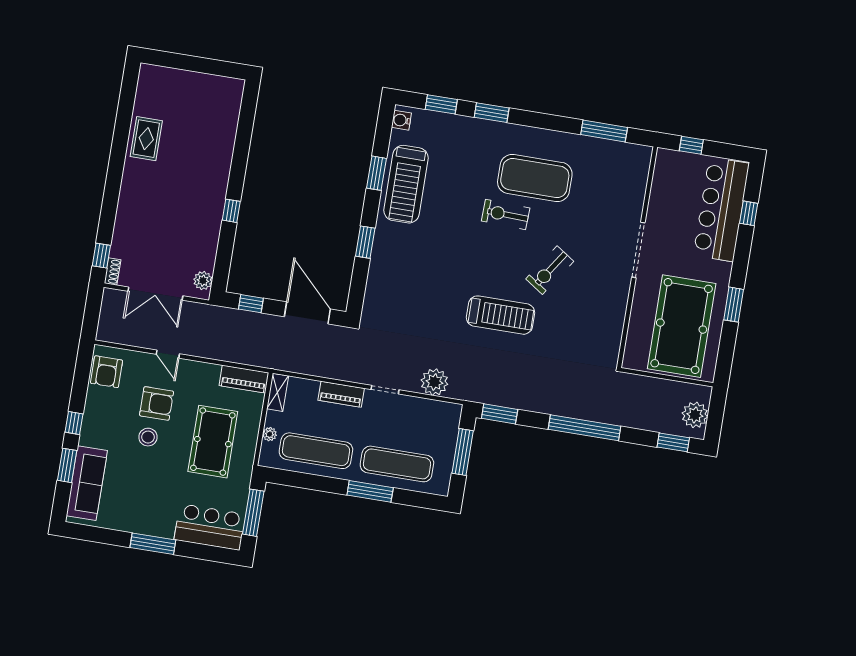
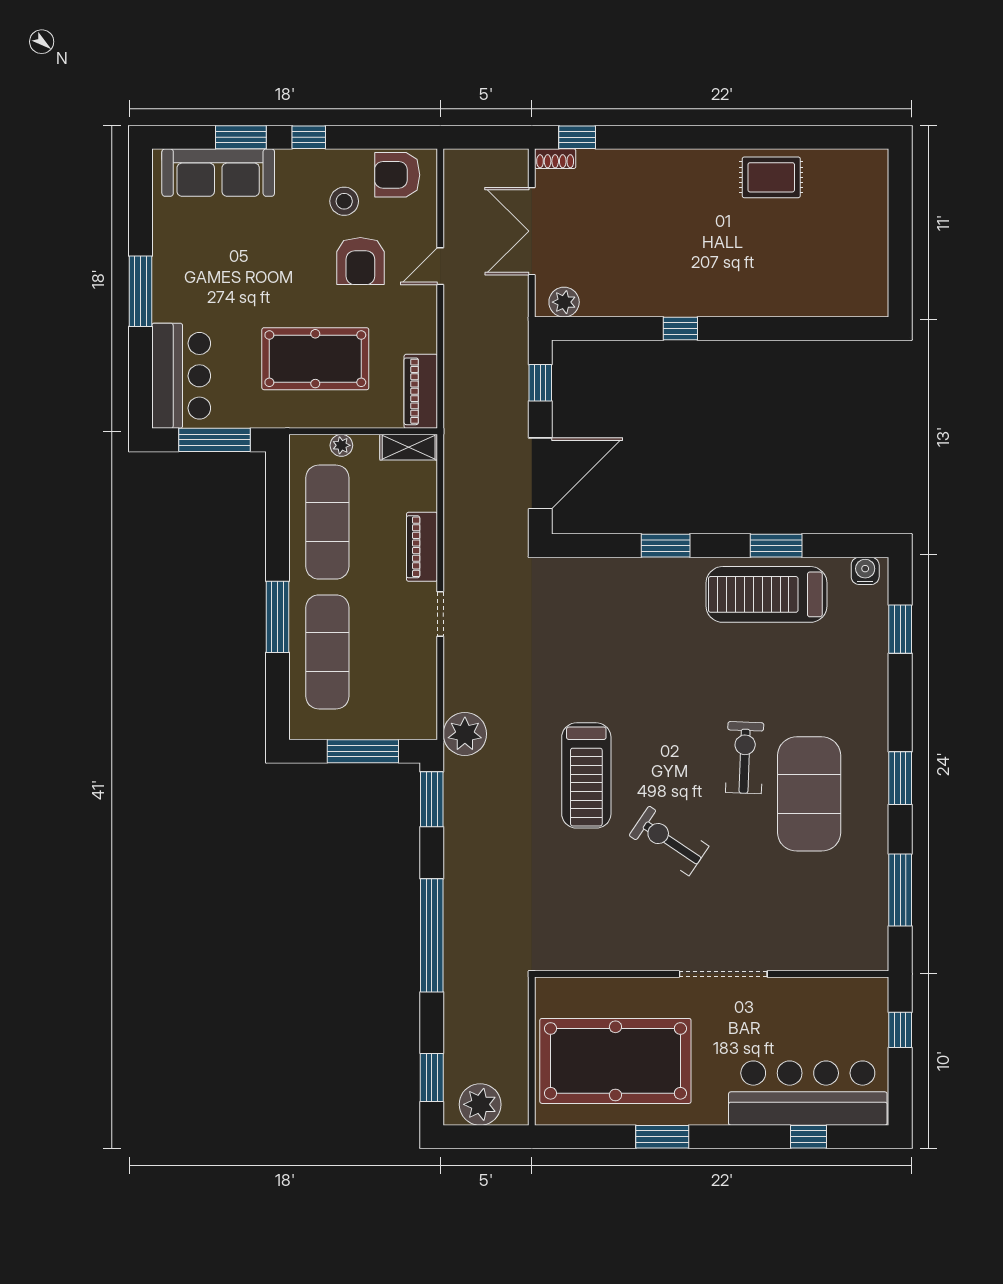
window: (492, 113) -> (900, 778), moved
plant: (434, 382) -> (465, 734), moved
stool: (148, 437) -> (344, 201), moved

